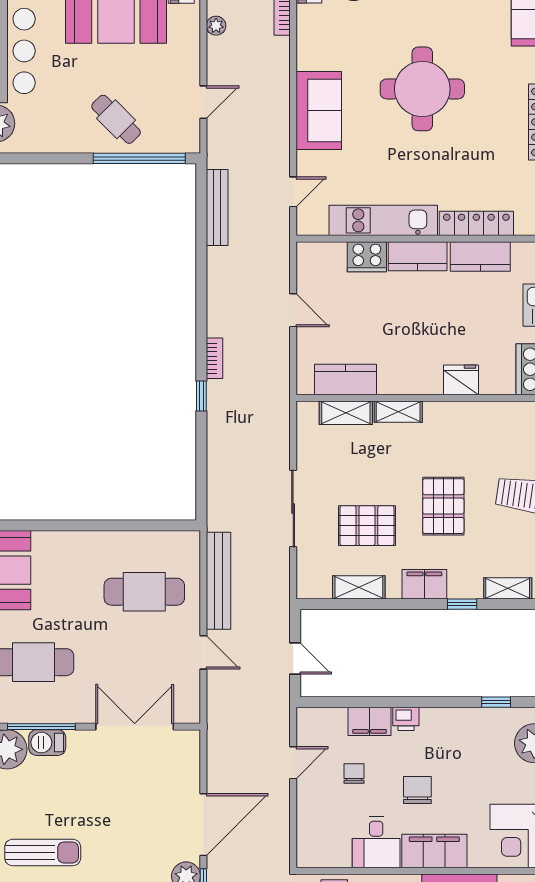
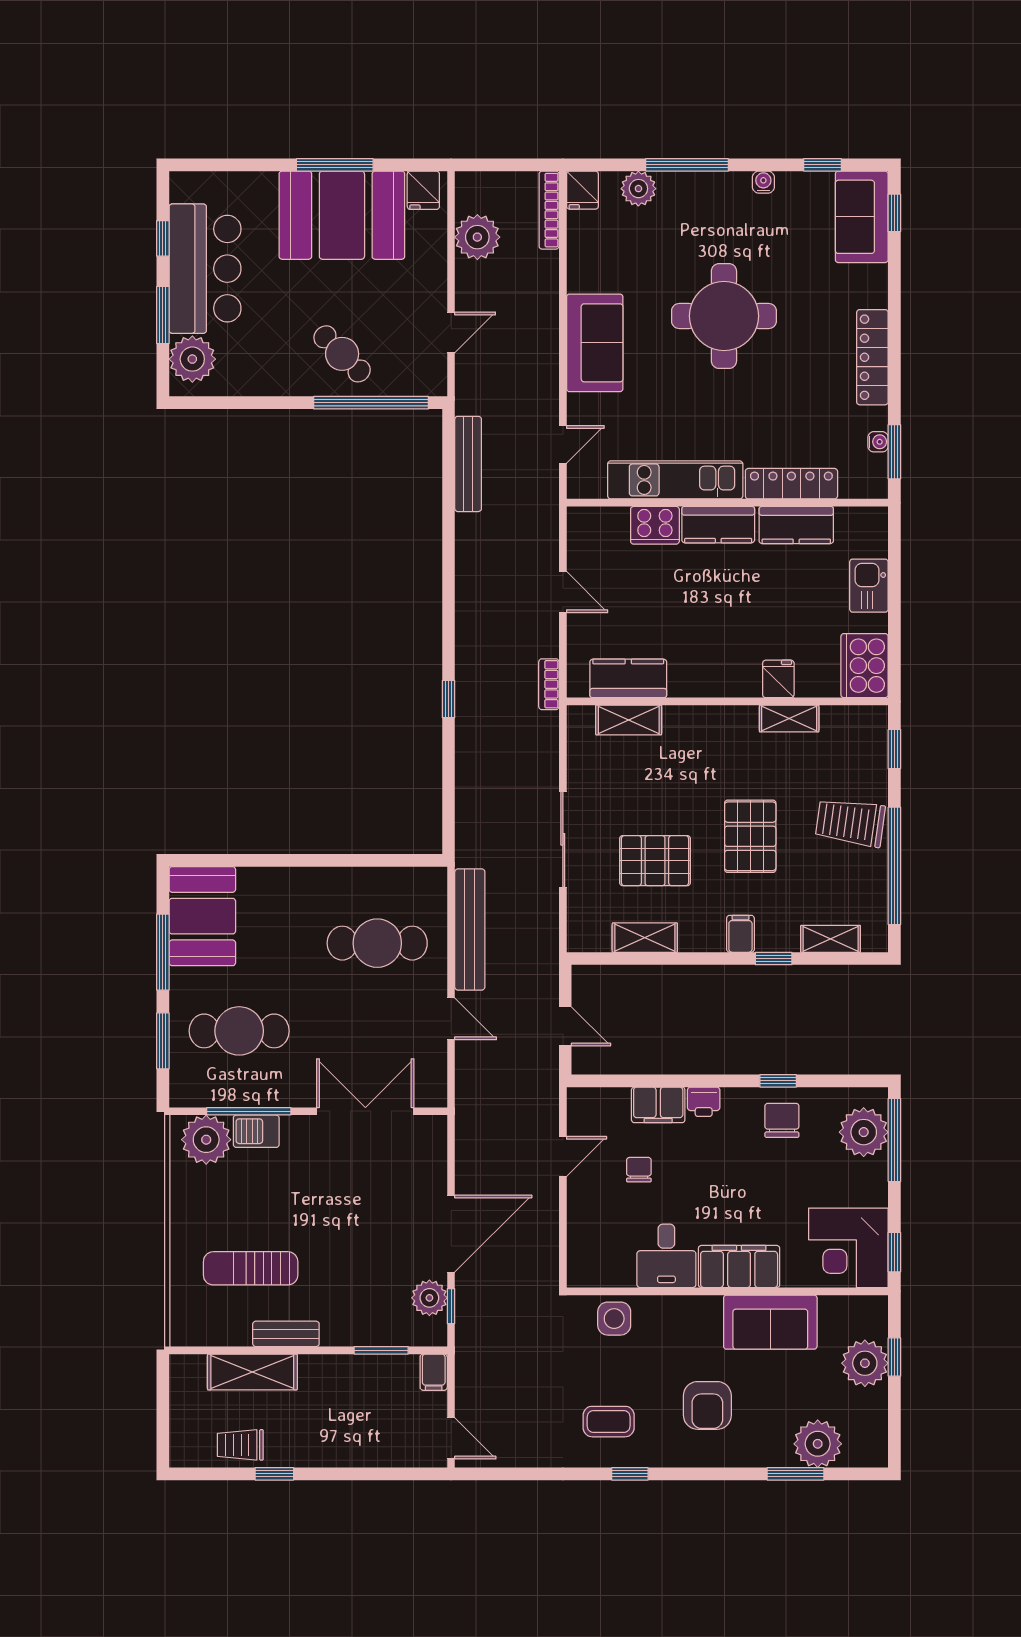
plant: (216, 26) -> (477, 237), width x1.87, depth x1.87
bookcase: (215, 358) -> (549, 684), moved, turned 180
fridge: (461, 380) -> (778, 679), width x0.72
shelving: (398, 412) -> (789, 719), moved
filing cabinet: (424, 584) -> (740, 934), width x0.50
window: (496, 702) -> (778, 1081), moved
chair: (417, 790) -> (782, 1120), moved
sun lounger: (43, 852) -> (251, 1268), turned 180

